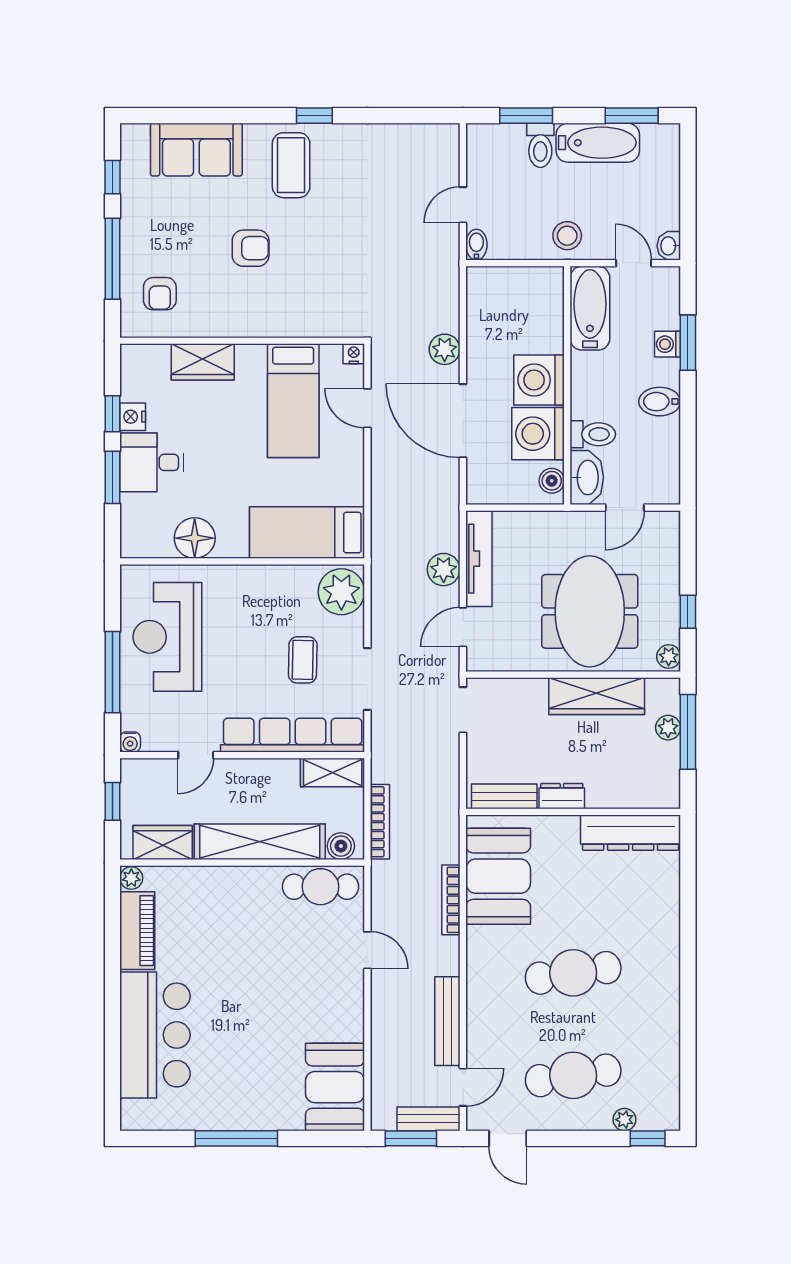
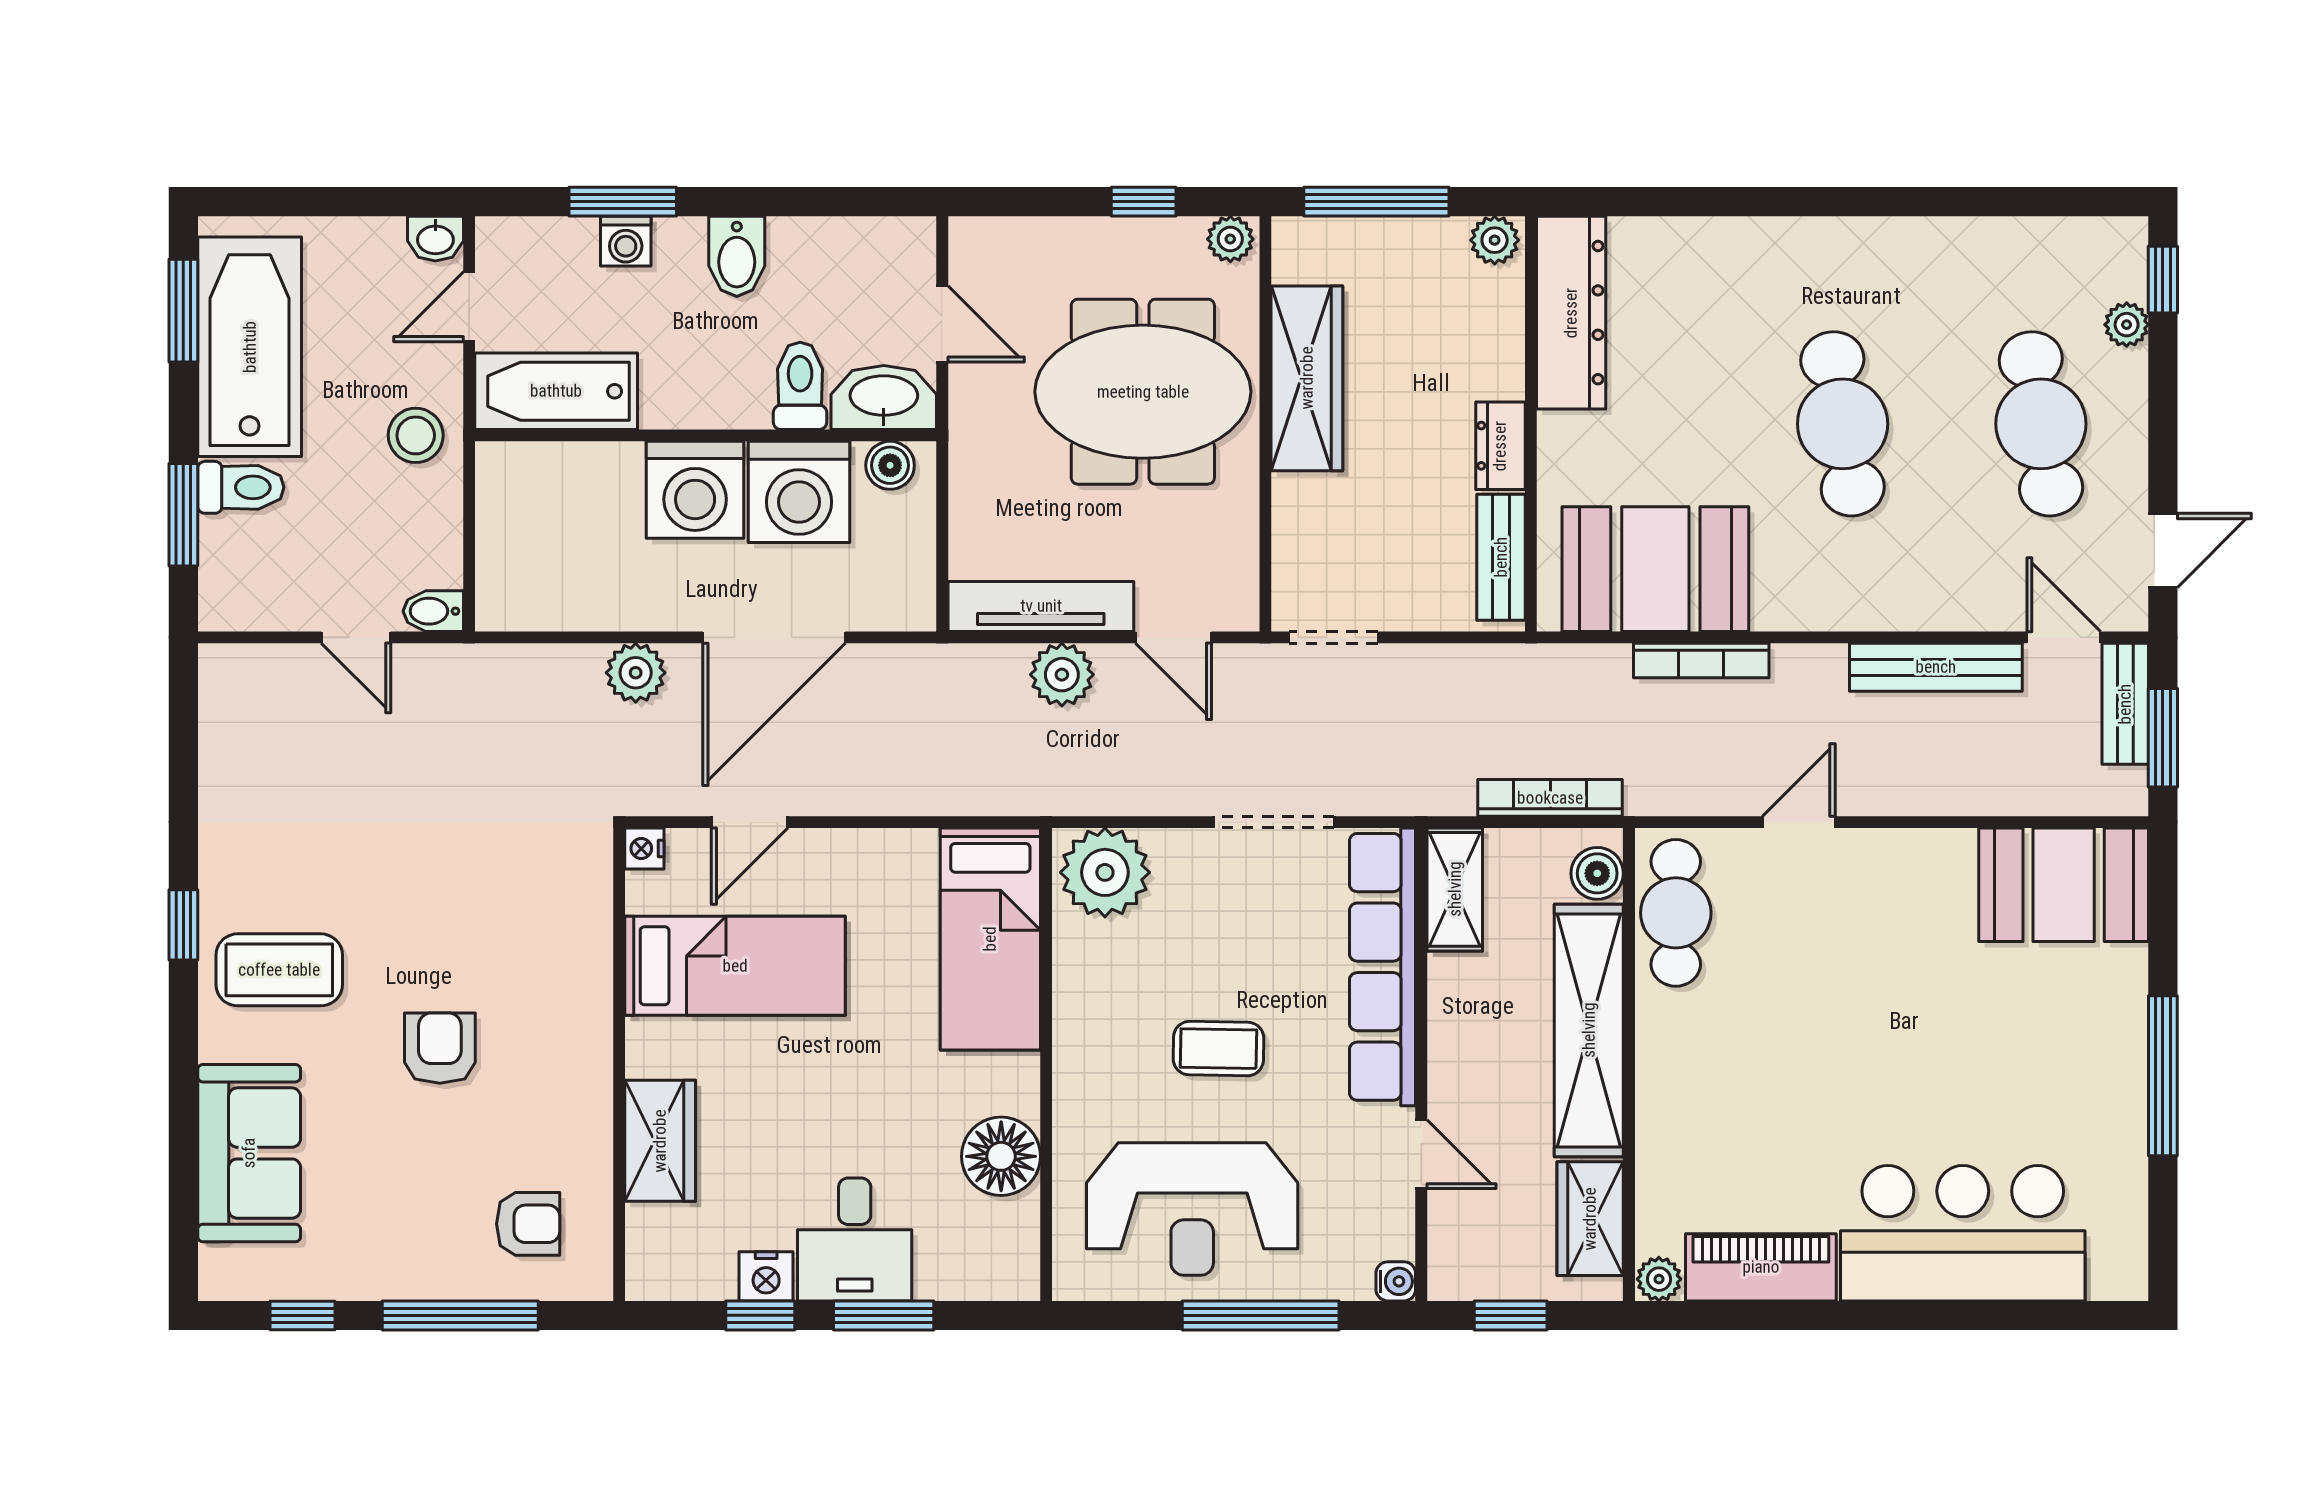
bathtub: (598, 143) -> (250, 347), width x1.36, depth x1.36
coffee table: (303, 660) -> (1219, 1049), moved
plant: (668, 728) -> (1495, 240), moved

